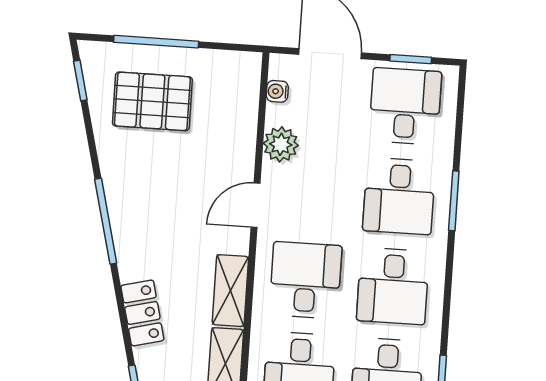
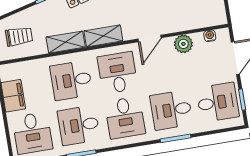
door: (255, 205) -> (150, 38), swing flipped
desk: (306, 280) -> (118, 73), turned -90
desk: (393, 286) -> (125, 118), turned -90

